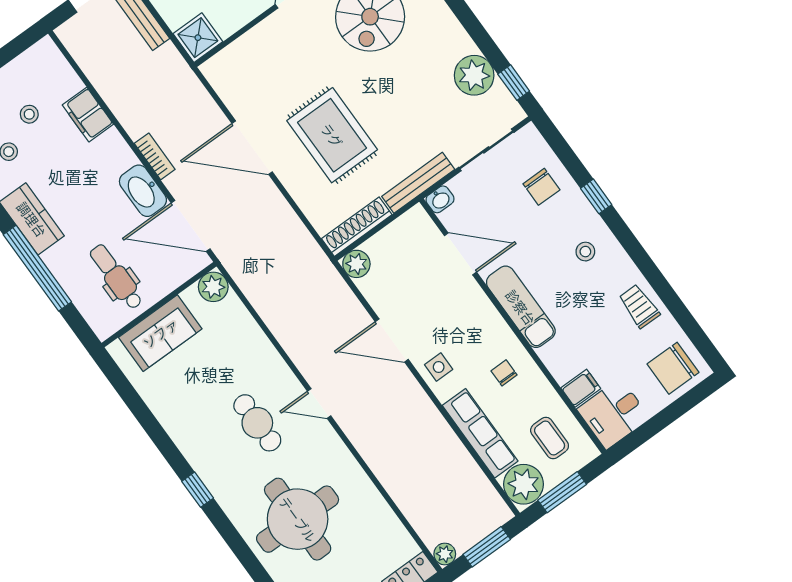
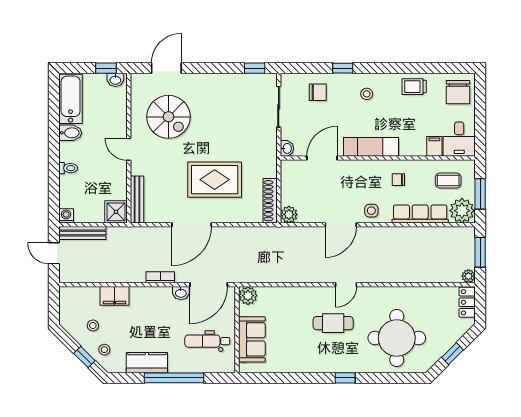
plant: (474, 75) -> (236, 86), removed
bench: (418, 183) -> (137, 199), moved
washbasin: (143, 191) -> (181, 293), width x0.52, depth x0.69

